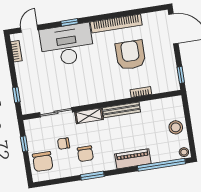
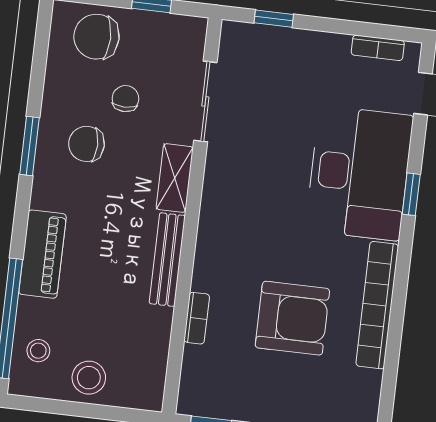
stool: (184, 152) -> (38, 351), moved

